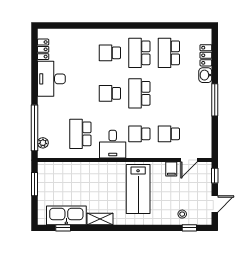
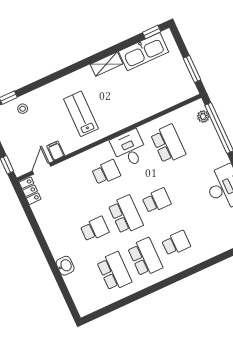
locker: (206, 55) -> (30, 191), moved
window: (215, 100) -> (43, 244), removed
school desk: (169, 134) -> (95, 229), moved
lab bench: (138, 189) -> (81, 114), width x0.73, depth x0.72
window: (63, 228) -> (152, 32), moved

